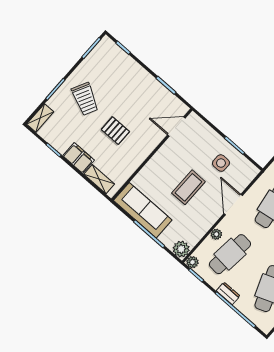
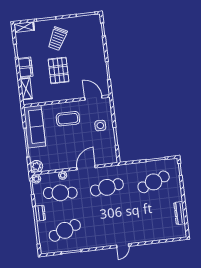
pallet: (115, 131) -> (59, 70), width x1.50, depth x1.42
side table: (221, 163) -> (100, 126), moved
coffee table: (188, 187) -> (68, 119), moved

